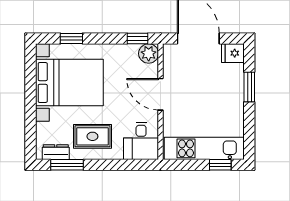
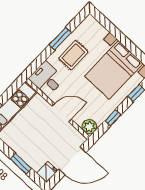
window: (137, 39) -> (113, 118), moved
dresser: (56, 152) -> (84, 28), removed
window: (67, 165) -> (60, 39), moved

